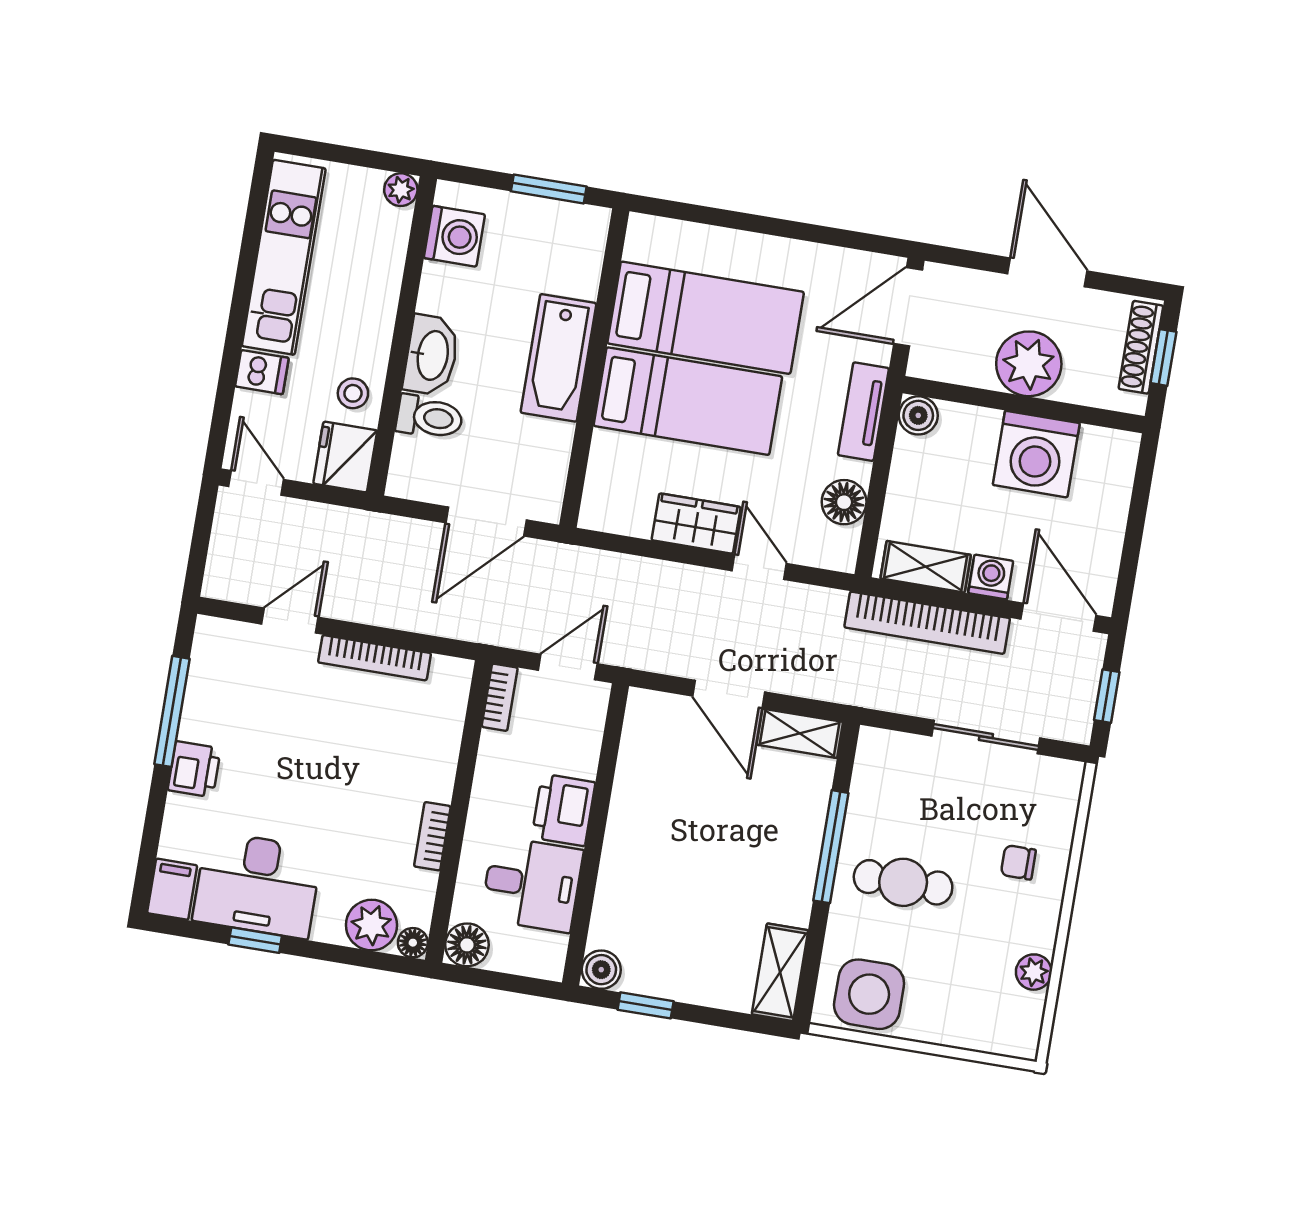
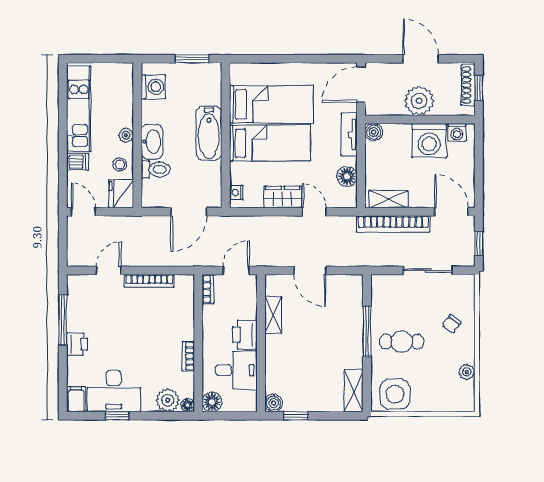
plant: (401, 190) -> (126, 135), moved
nightstand: (597, 497) -> (236, 193), added
washing machine: (991, 577) -> (457, 132), moved, turned 180
shelving: (800, 733) -> (273, 315), moved, turned 90
chair: (1018, 862) -> (452, 324), turned -56

